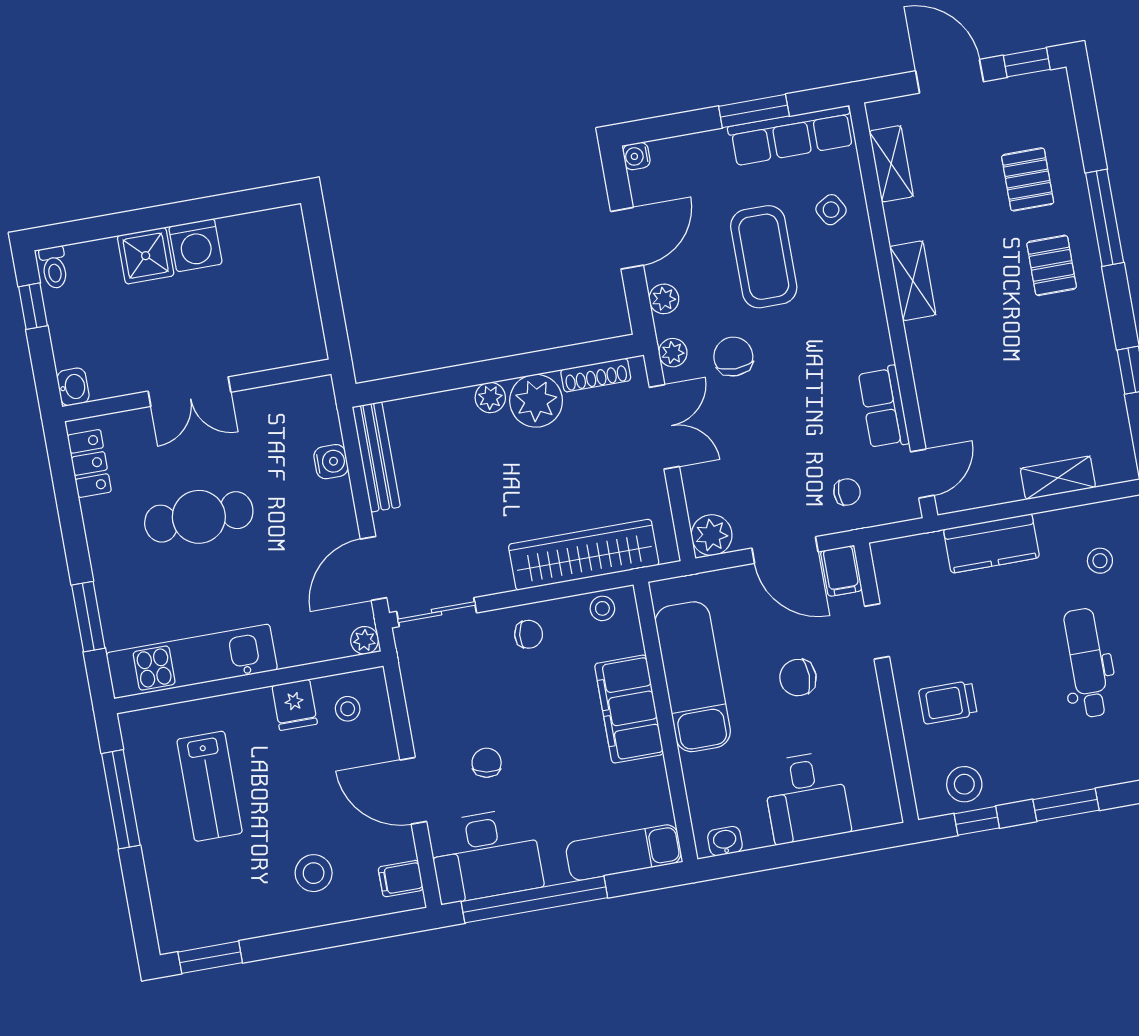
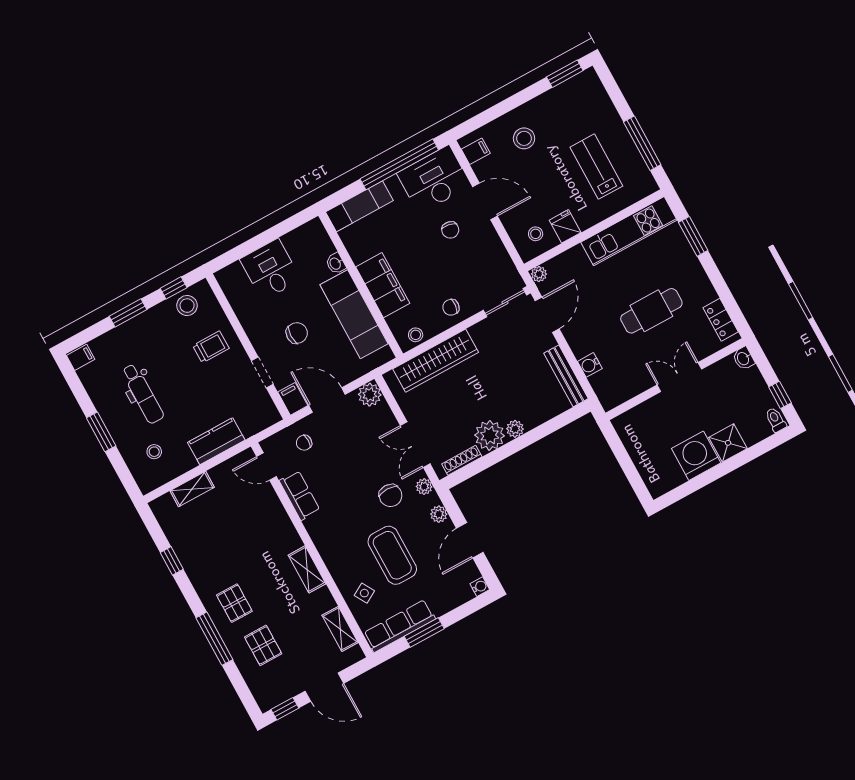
washing machine: (196, 245) -> (696, 456), width x1.37, depth x1.37
door: (922, 474) -> (267, 467), hinge flipped
washbasin: (725, 841) -> (336, 263), moved, turned 90

